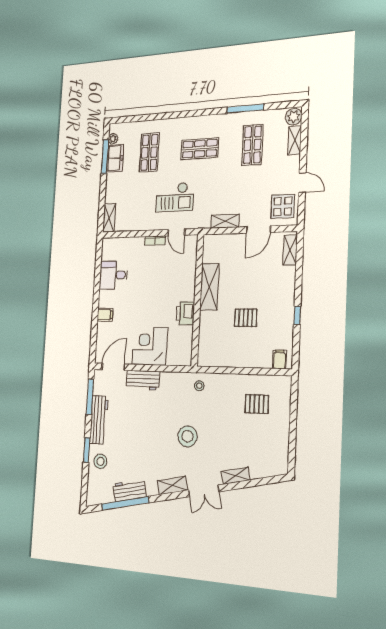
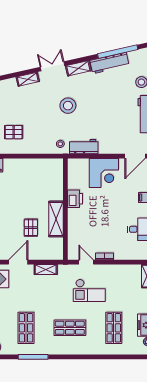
checkout: (175, 197) -> (89, 290), turned 180
pallet: (246, 318) -> (31, 228), moved, turned 90
workbench: (143, 380) -> (84, 147), moved
workbench: (130, 490) -> (109, 63), width x1.37

